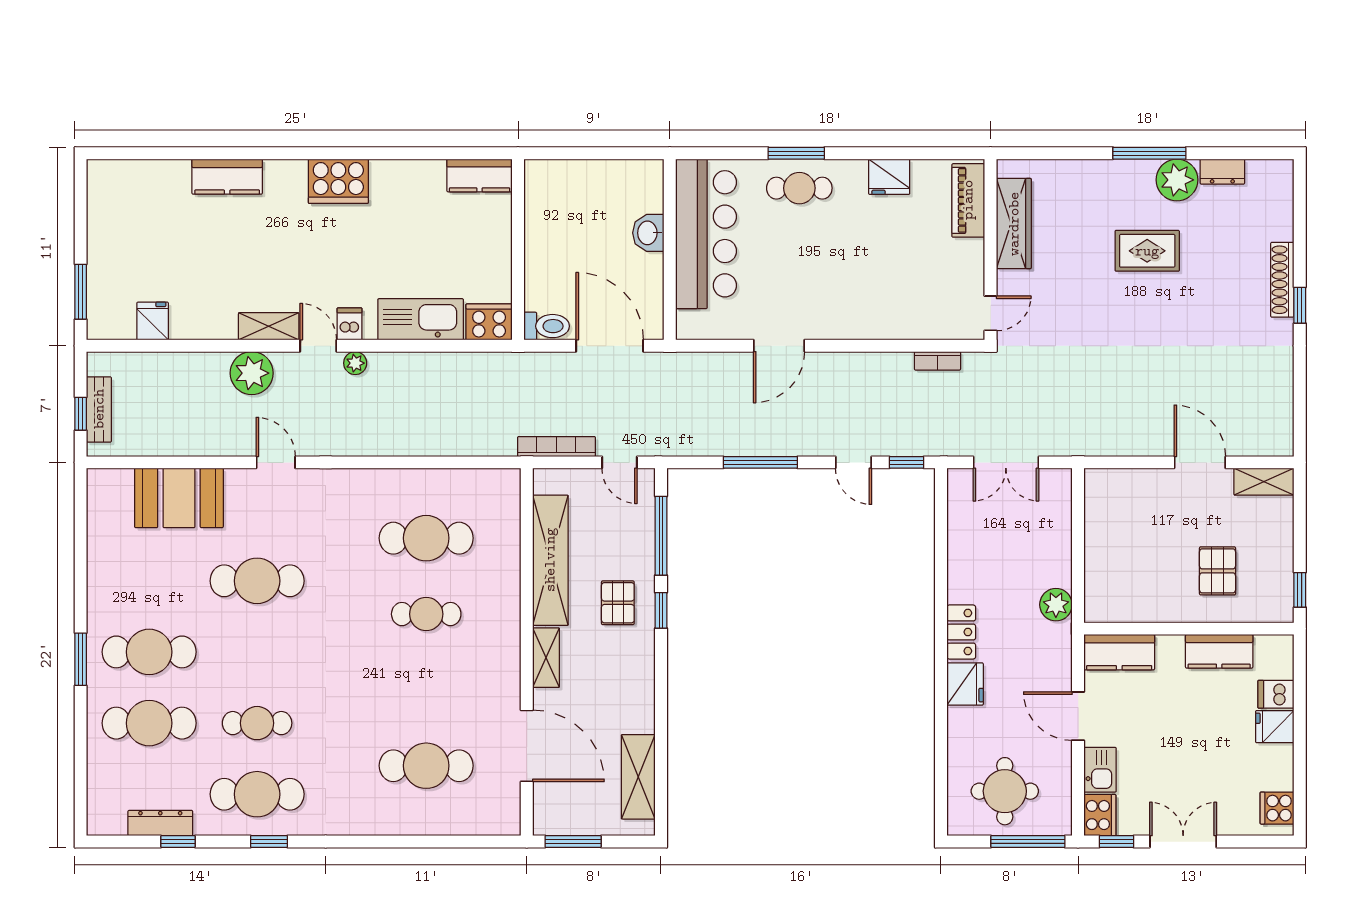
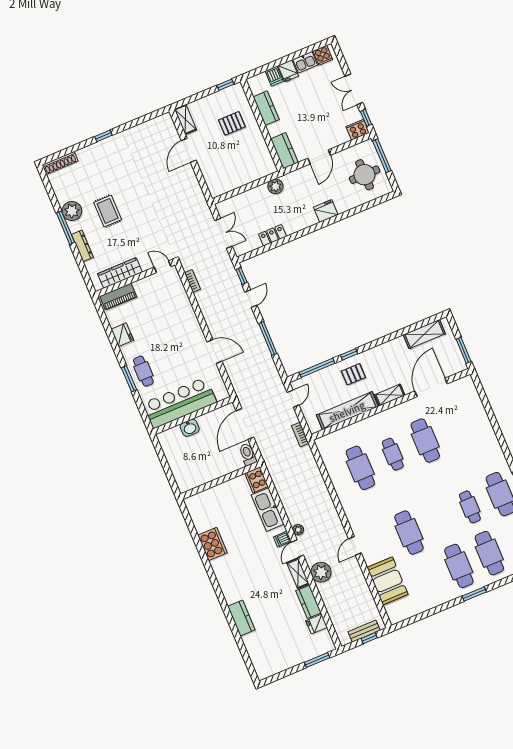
dresser: (1222, 172) -> (82, 246), moved, width x1.44
kitchen counter: (480, 175) -> (309, 602), moved, turned 180
cooker: (338, 181) -> (213, 544), moved
shoe rack: (1282, 280) -> (60, 163), moved
bookcase: (556, 447) -> (300, 435), width x0.64
locker: (961, 632) -> (273, 235), moved
cafe table: (426, 766) -> (425, 441), moved
kitchen sink: (1100, 770) -> (305, 62), moved, turned 180

